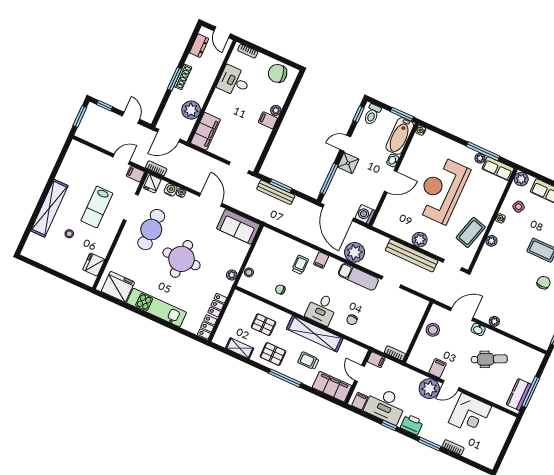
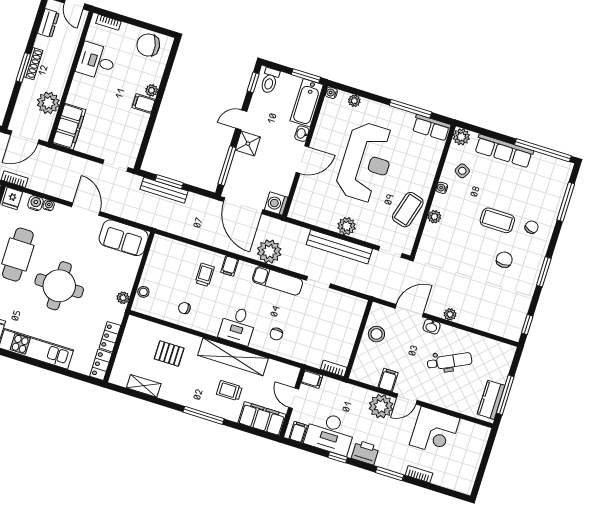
plant: (480, 158) -> (354, 101), moved
reception desk: (442, 190) -> (366, 162), turned 180
pallet: (273, 354) -> (185, 388), removed

